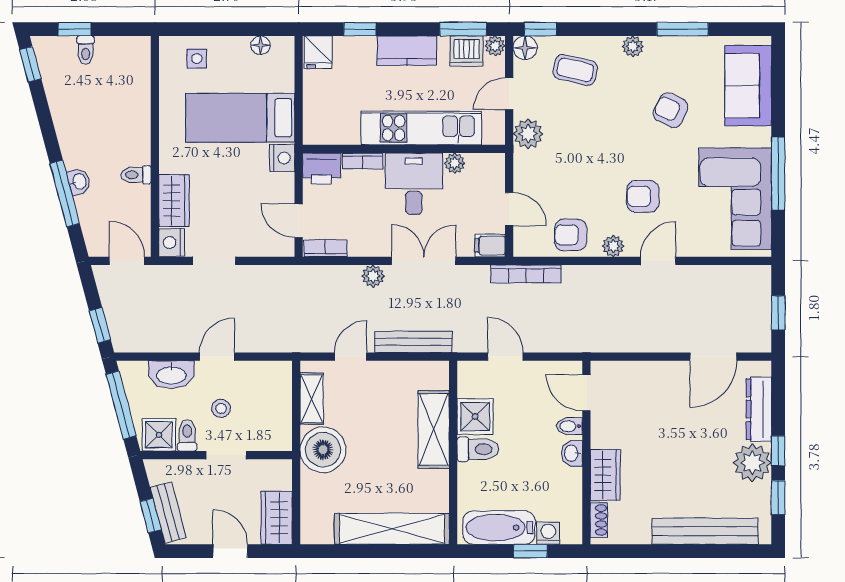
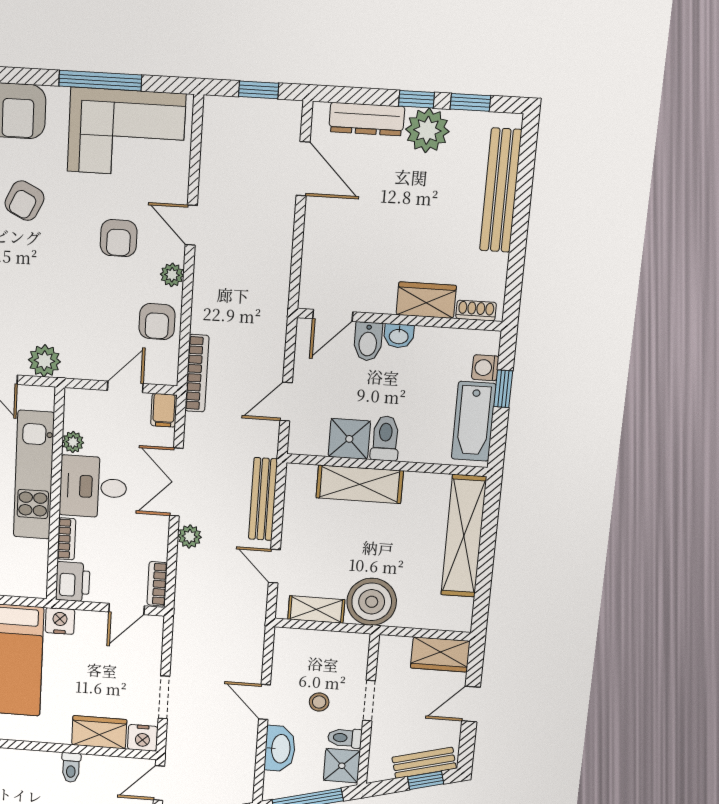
bidet: (570, 426) -> (368, 341), width x1.38, depth x1.36

